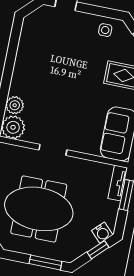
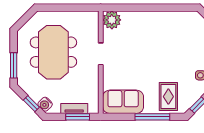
plant: (15, 105) -> (129, 18), removed
tv unit: (118, 183) -> (74, 108), moved

